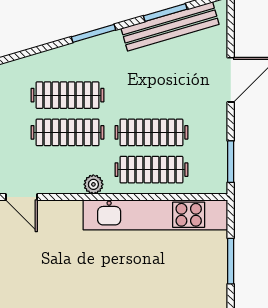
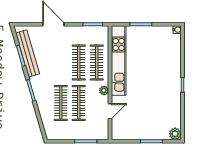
door: (22, 197) -> (110, 111), moved

